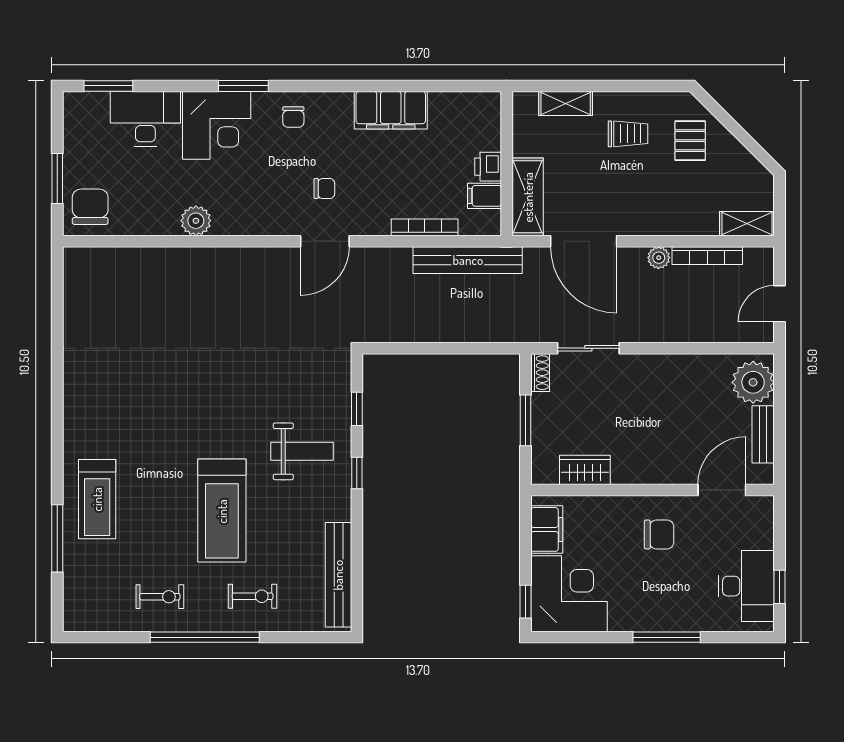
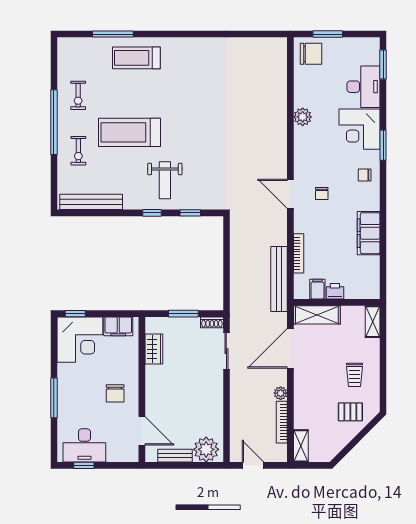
shelving: (566, 103) -> (373, 322), moved

